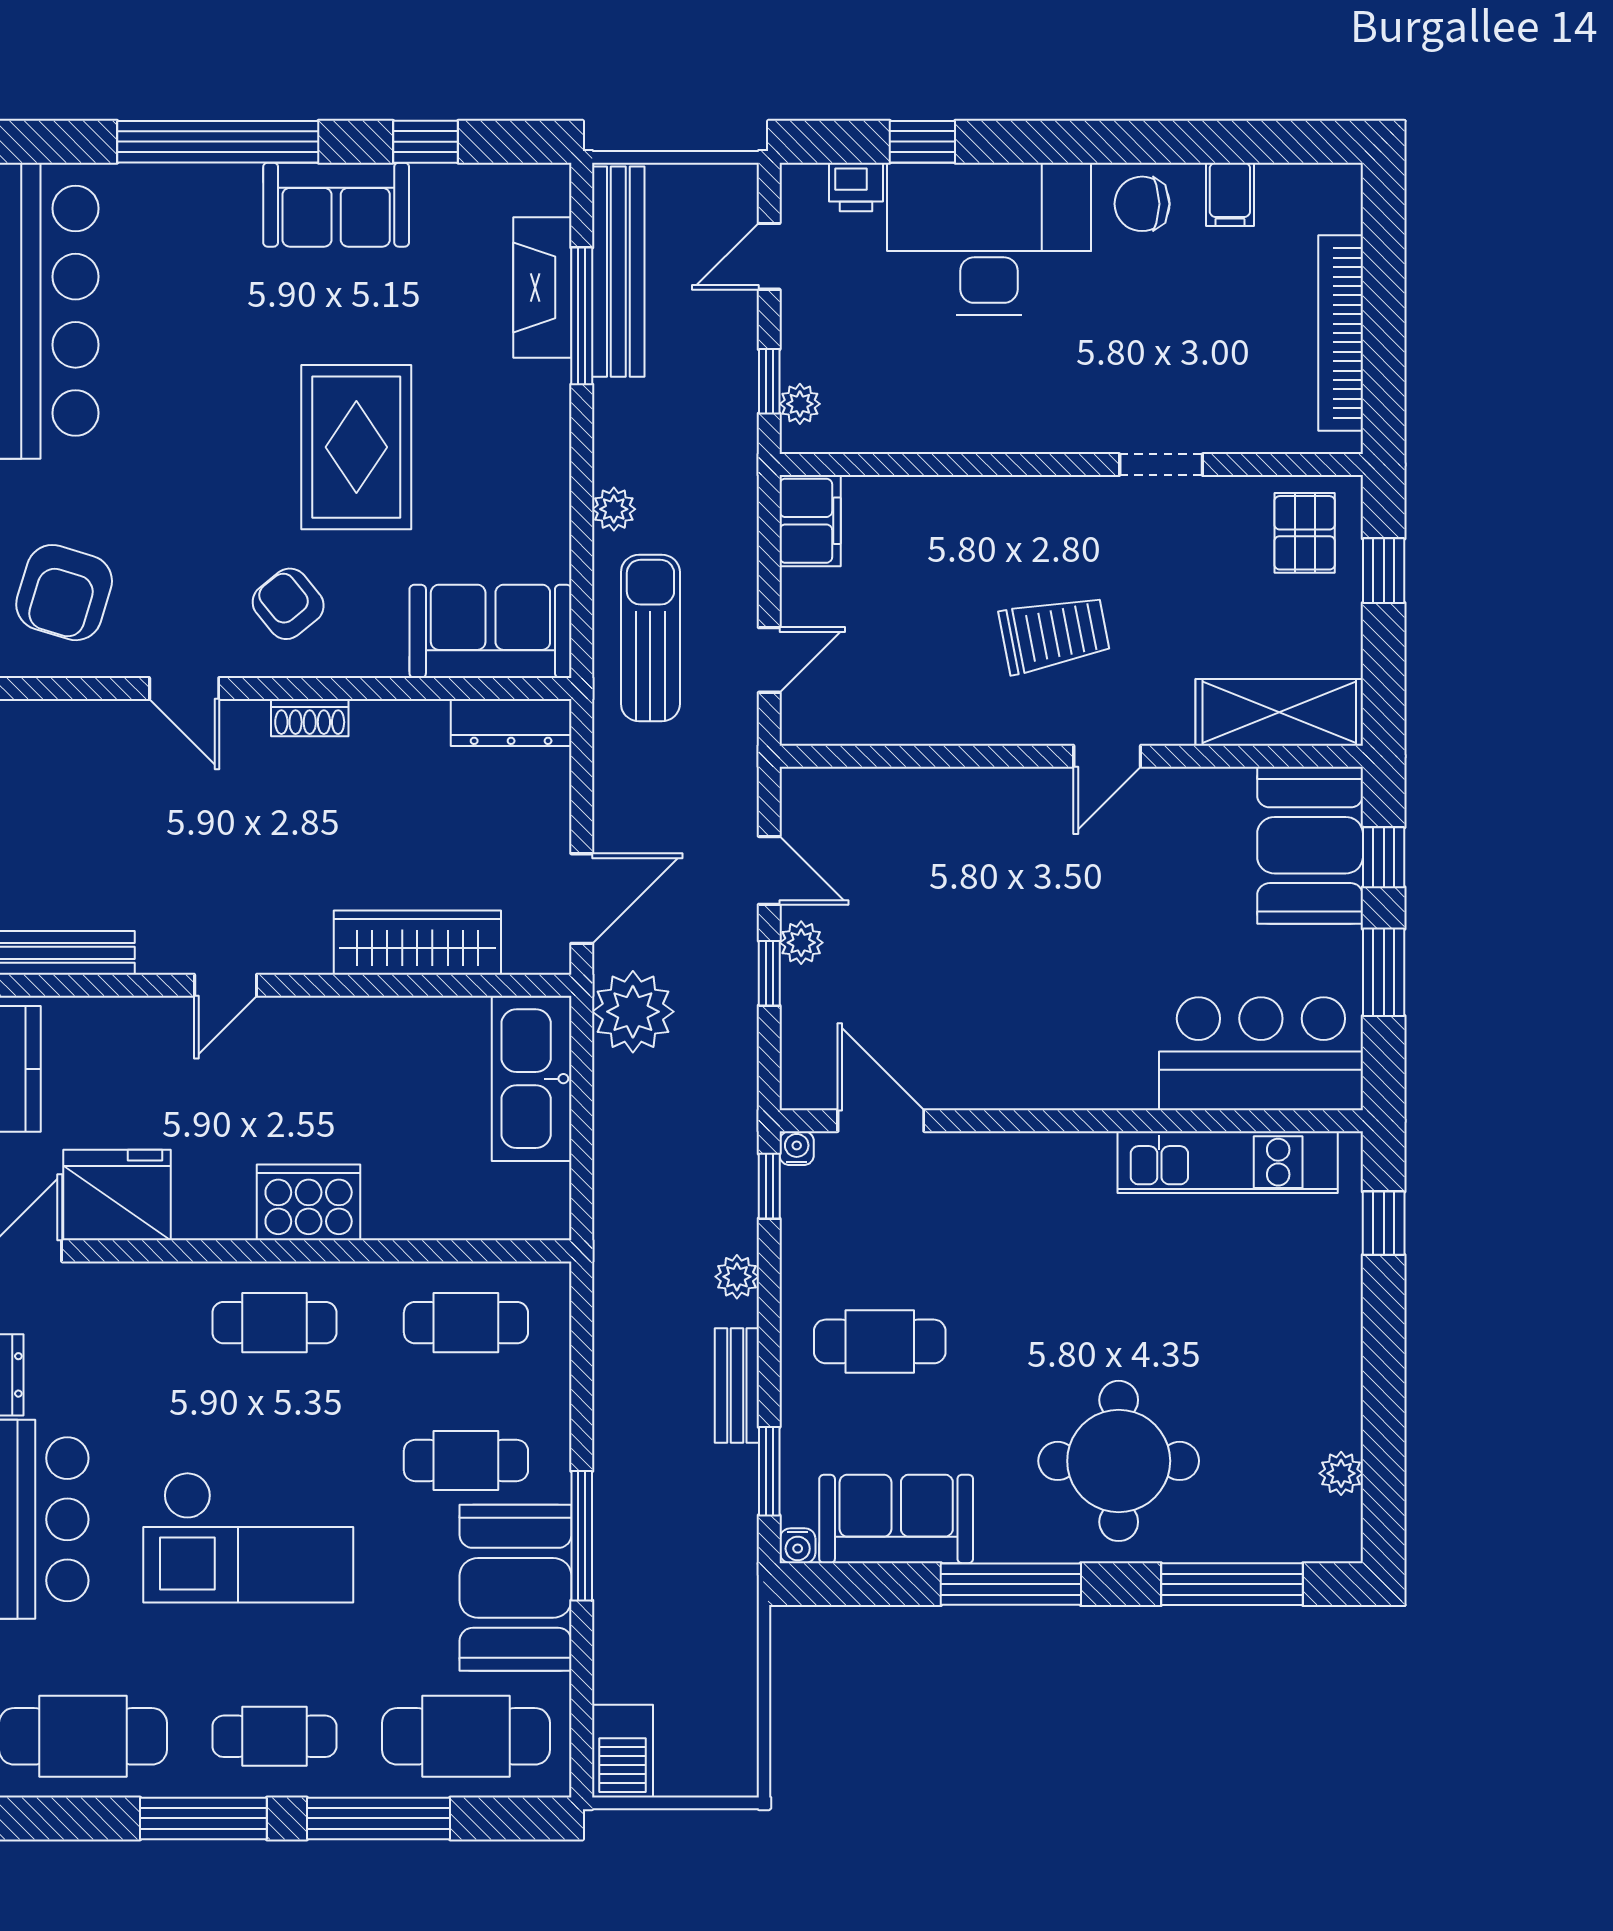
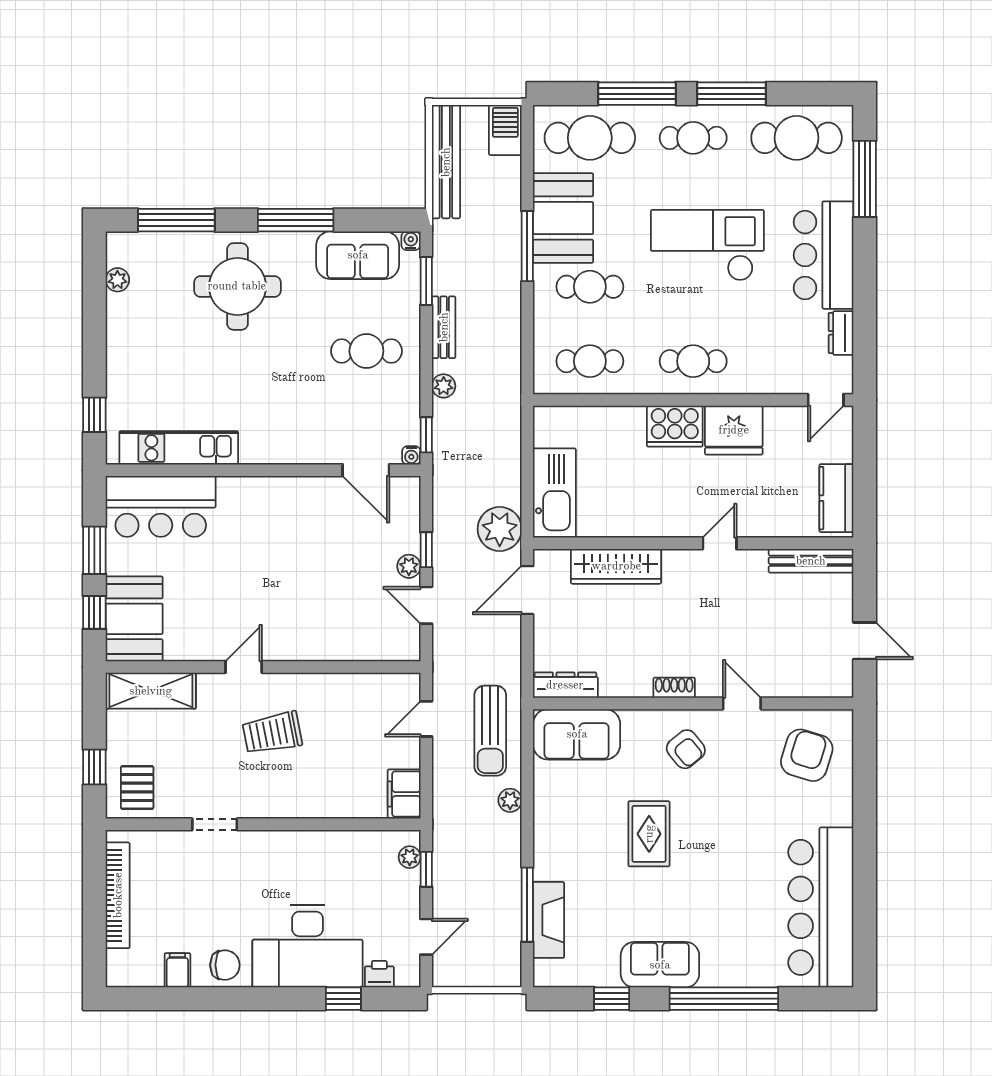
bench: (618, 272) -> (446, 162), moved
rug: (356, 447) -> (649, 834), width x0.73, depth x0.70
fridge: (117, 1195) -> (734, 430), moved

